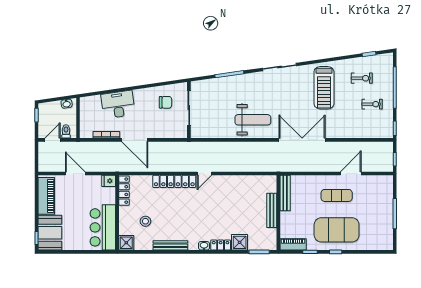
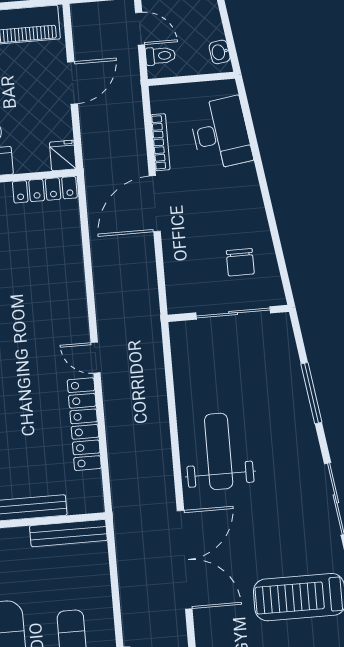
desk: (118, 104) -> (221, 133), moved
weight bench: (253, 120) -> (219, 451), turned 180
locker: (174, 181) -> (84, 424), moved

